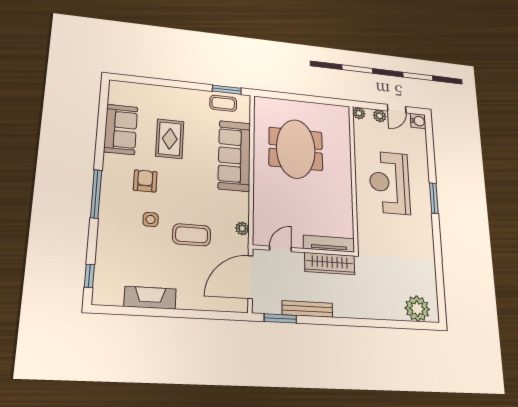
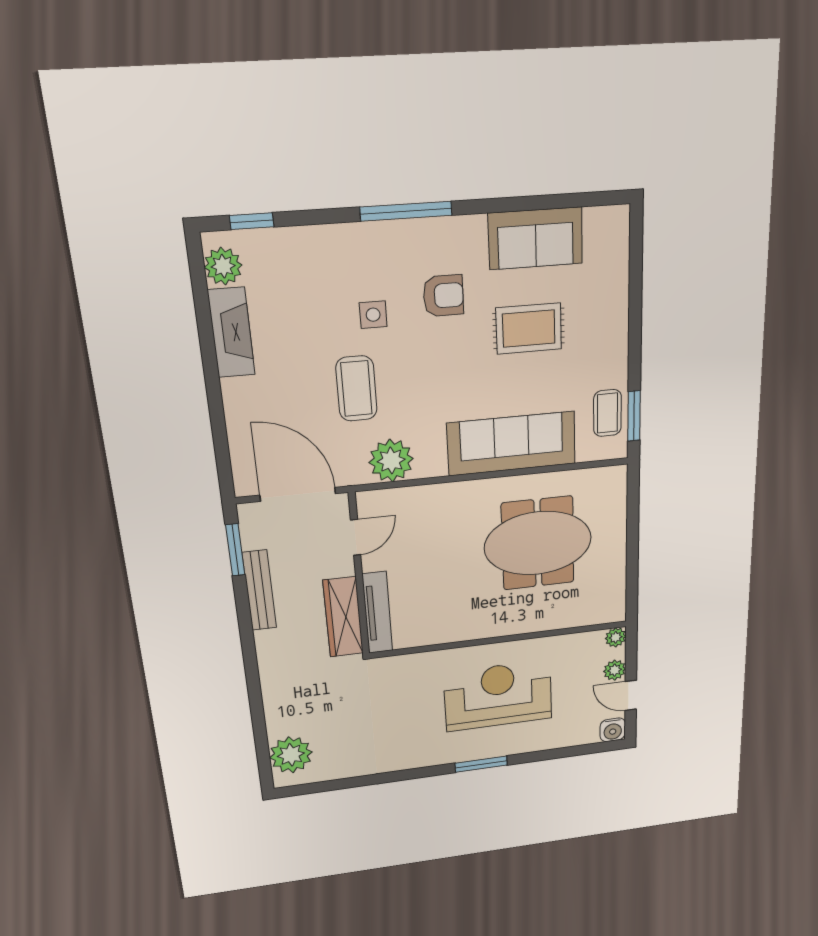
plant: (242, 228) -> (391, 461), width x1.87, depth x1.87
door: (280, 249) -> (356, 537), hinge flipped
plant: (112, 296) -> (223, 266), added

